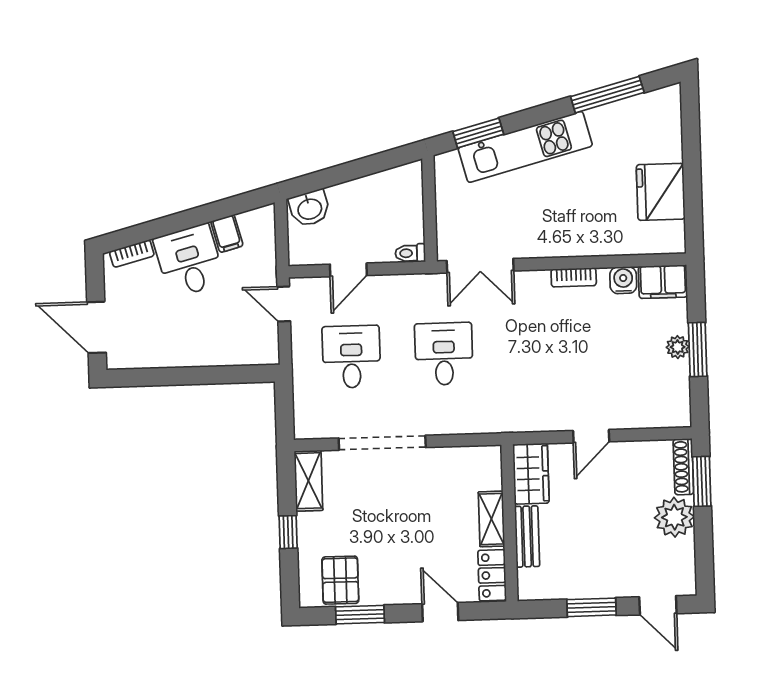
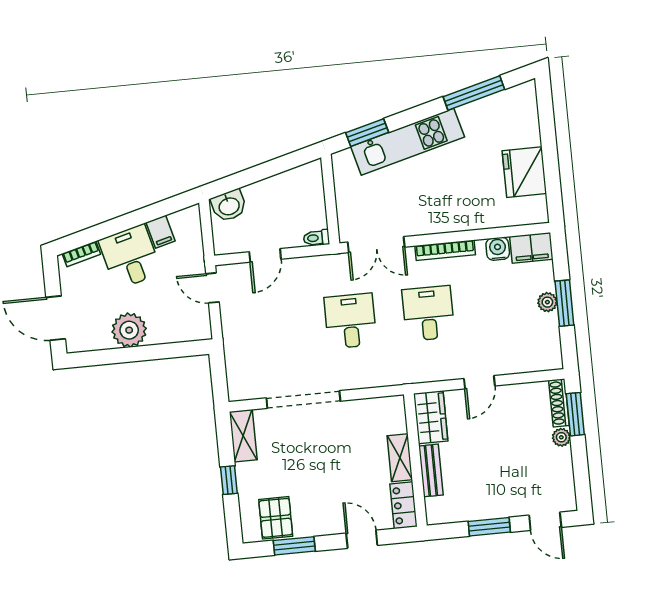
bookcase: (574, 277) -> (445, 250), width x1.56
plant: (182, 347) -> (129, 330), added
desk: (351, 357) -> (428, 313), moved
plant: (674, 517) -> (561, 437), width x0.53, depth x0.53

